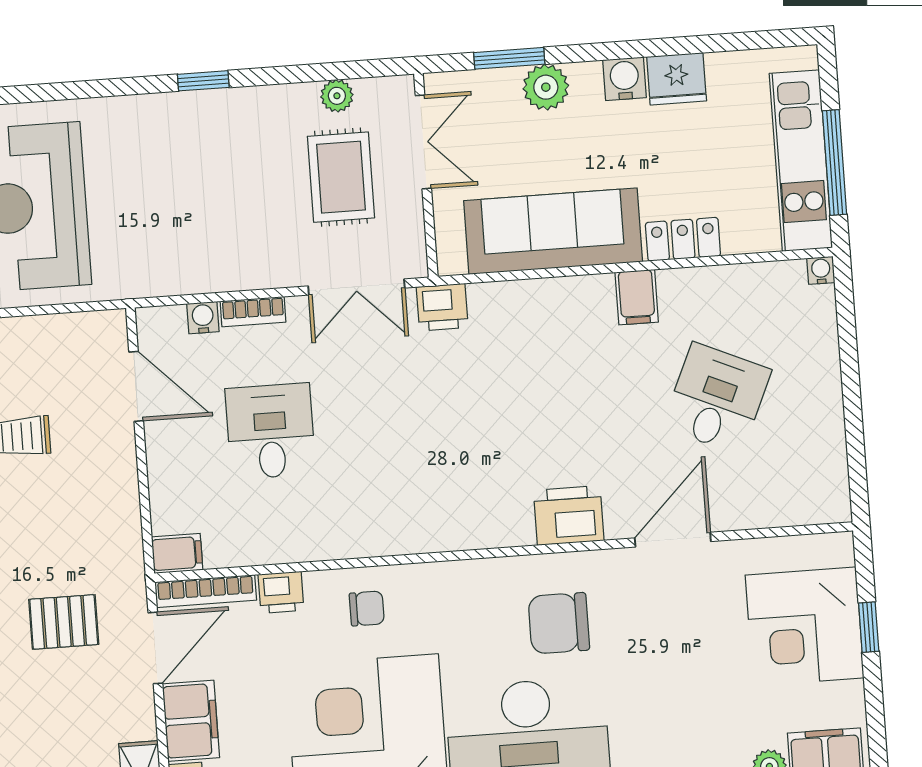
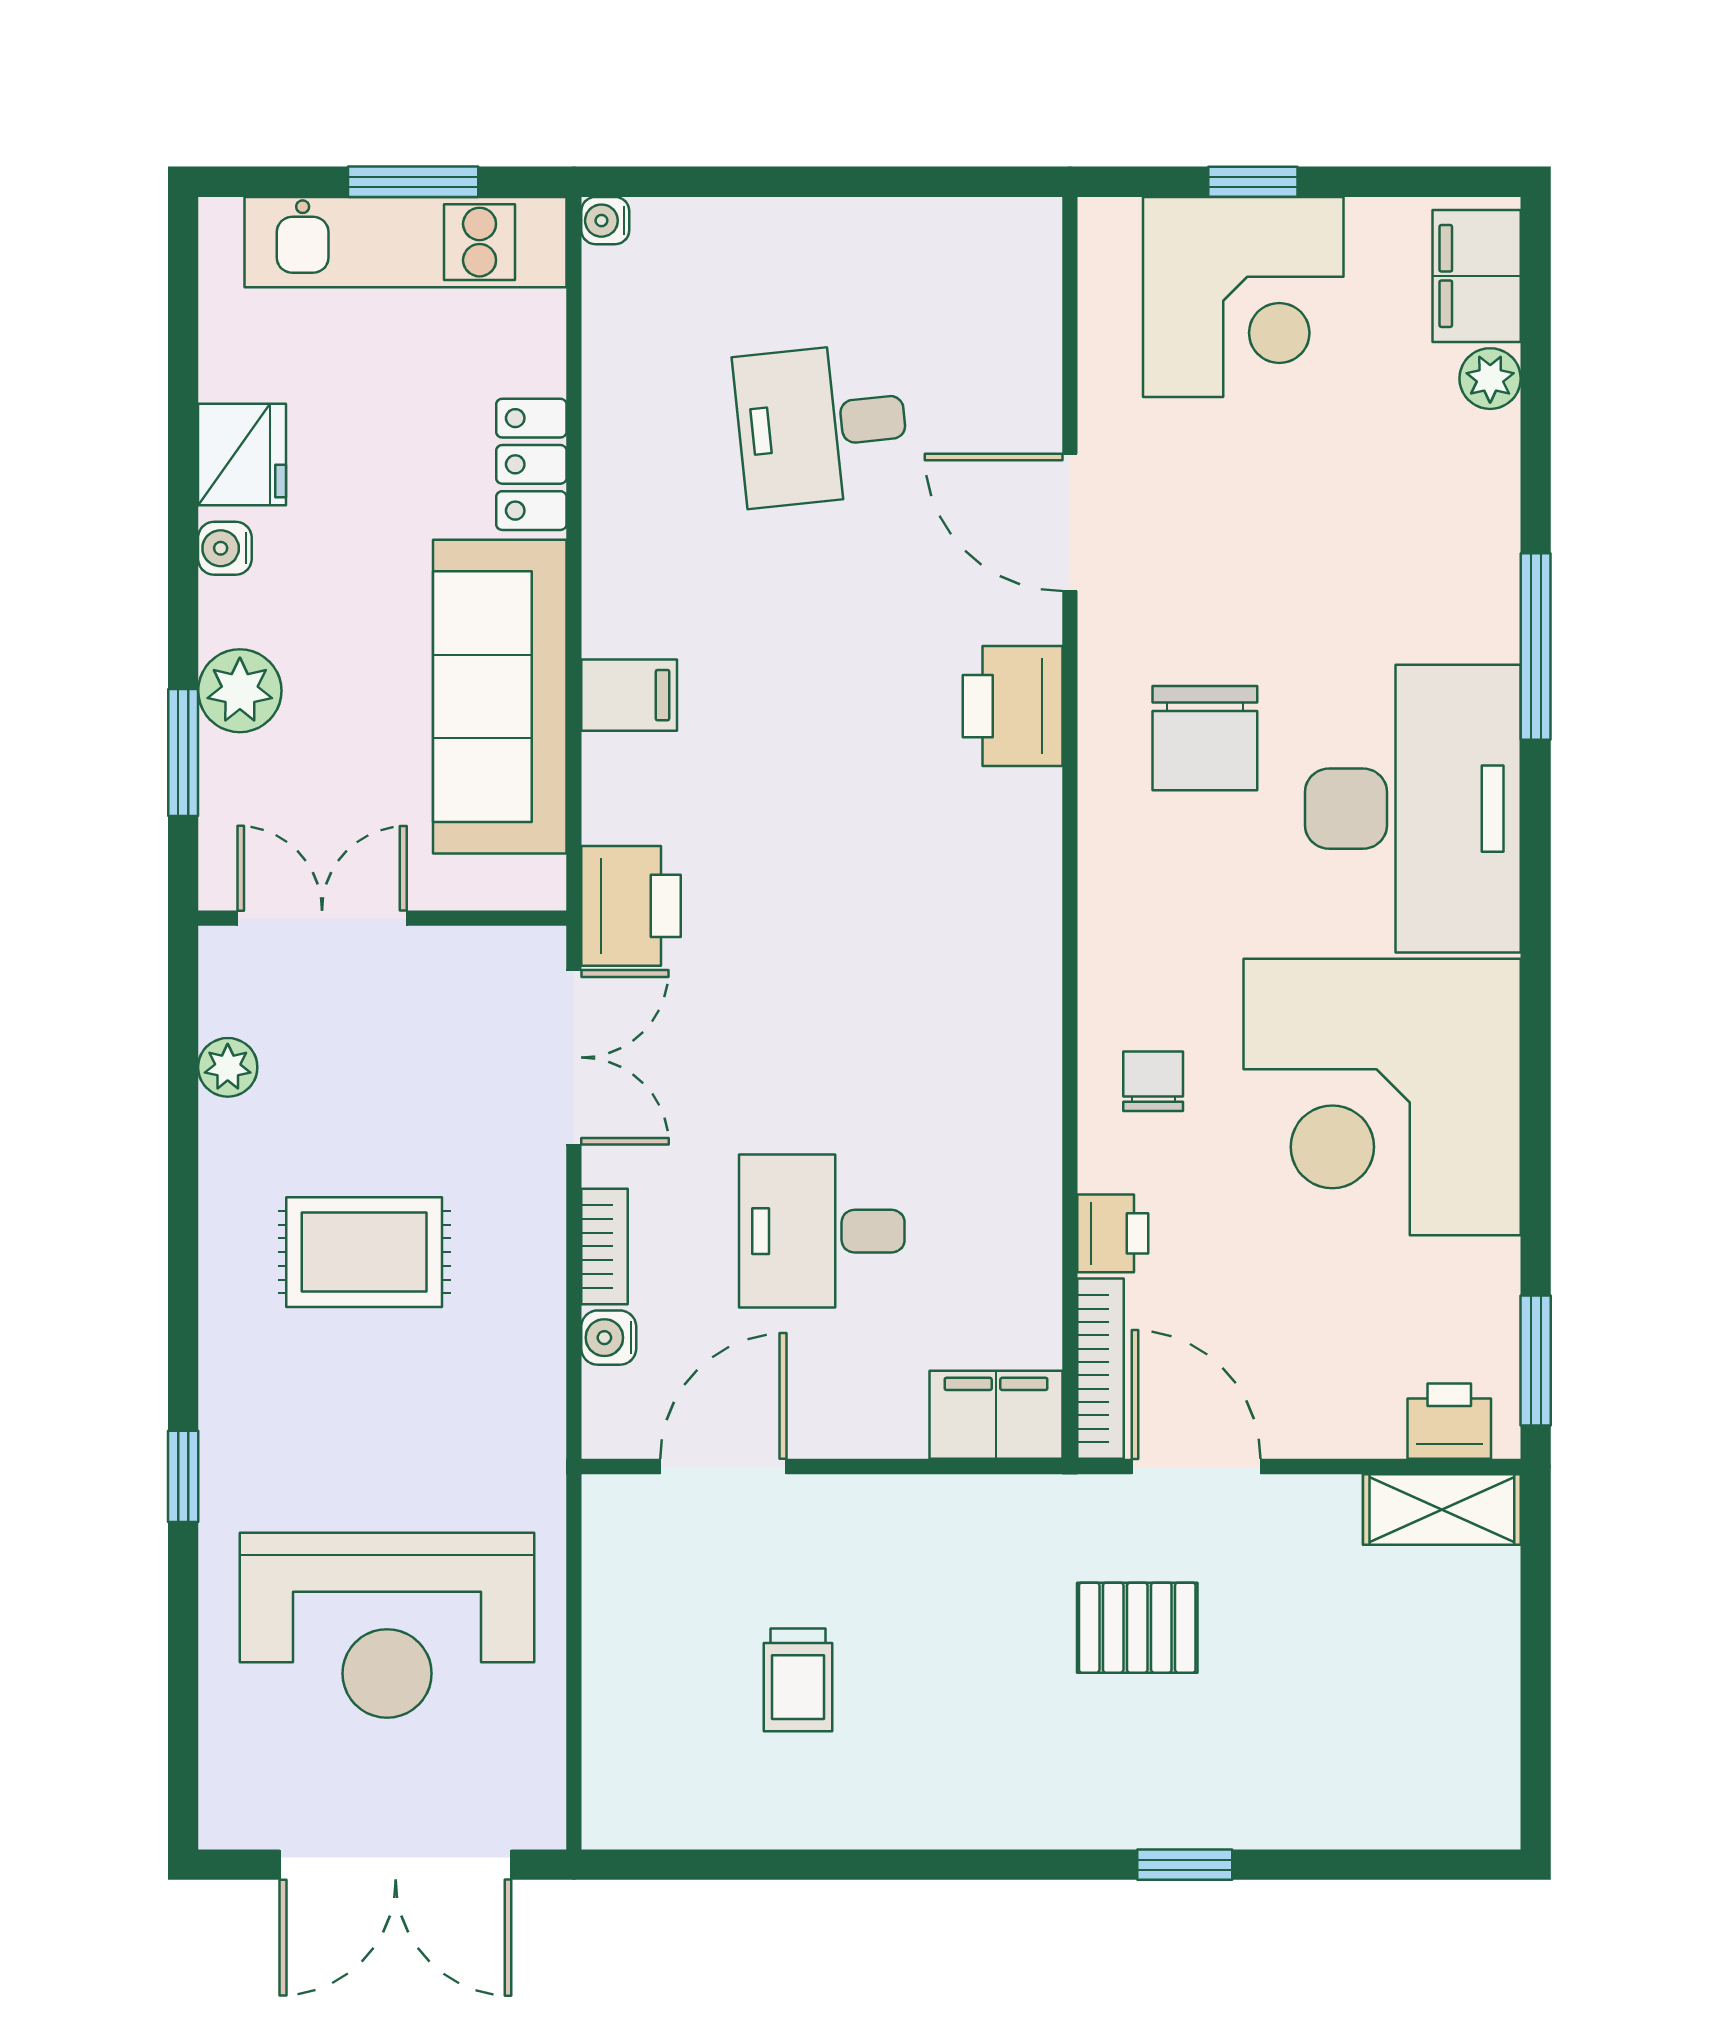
water cooler: (624, 79) -> (225, 548), width x0.72, depth x0.72
window: (203, 81) -> (183, 1476), moved
window: (835, 162) -> (413, 182), width x0.69
rug: (341, 177) -> (364, 1252), moved
filing cabinet: (637, 297) -> (629, 695), moved
printer: (442, 307) -> (631, 906), width x1.36, depth x1.24
desk: (717, 398) -> (822, 425), turned -30
filing cabinet: (177, 553) -> (996, 1415), width x2.00
pallet: (64, 622) -> (1137, 1628), turned 90
filing cabinet: (191, 721) -> (1332, 1412), removed

